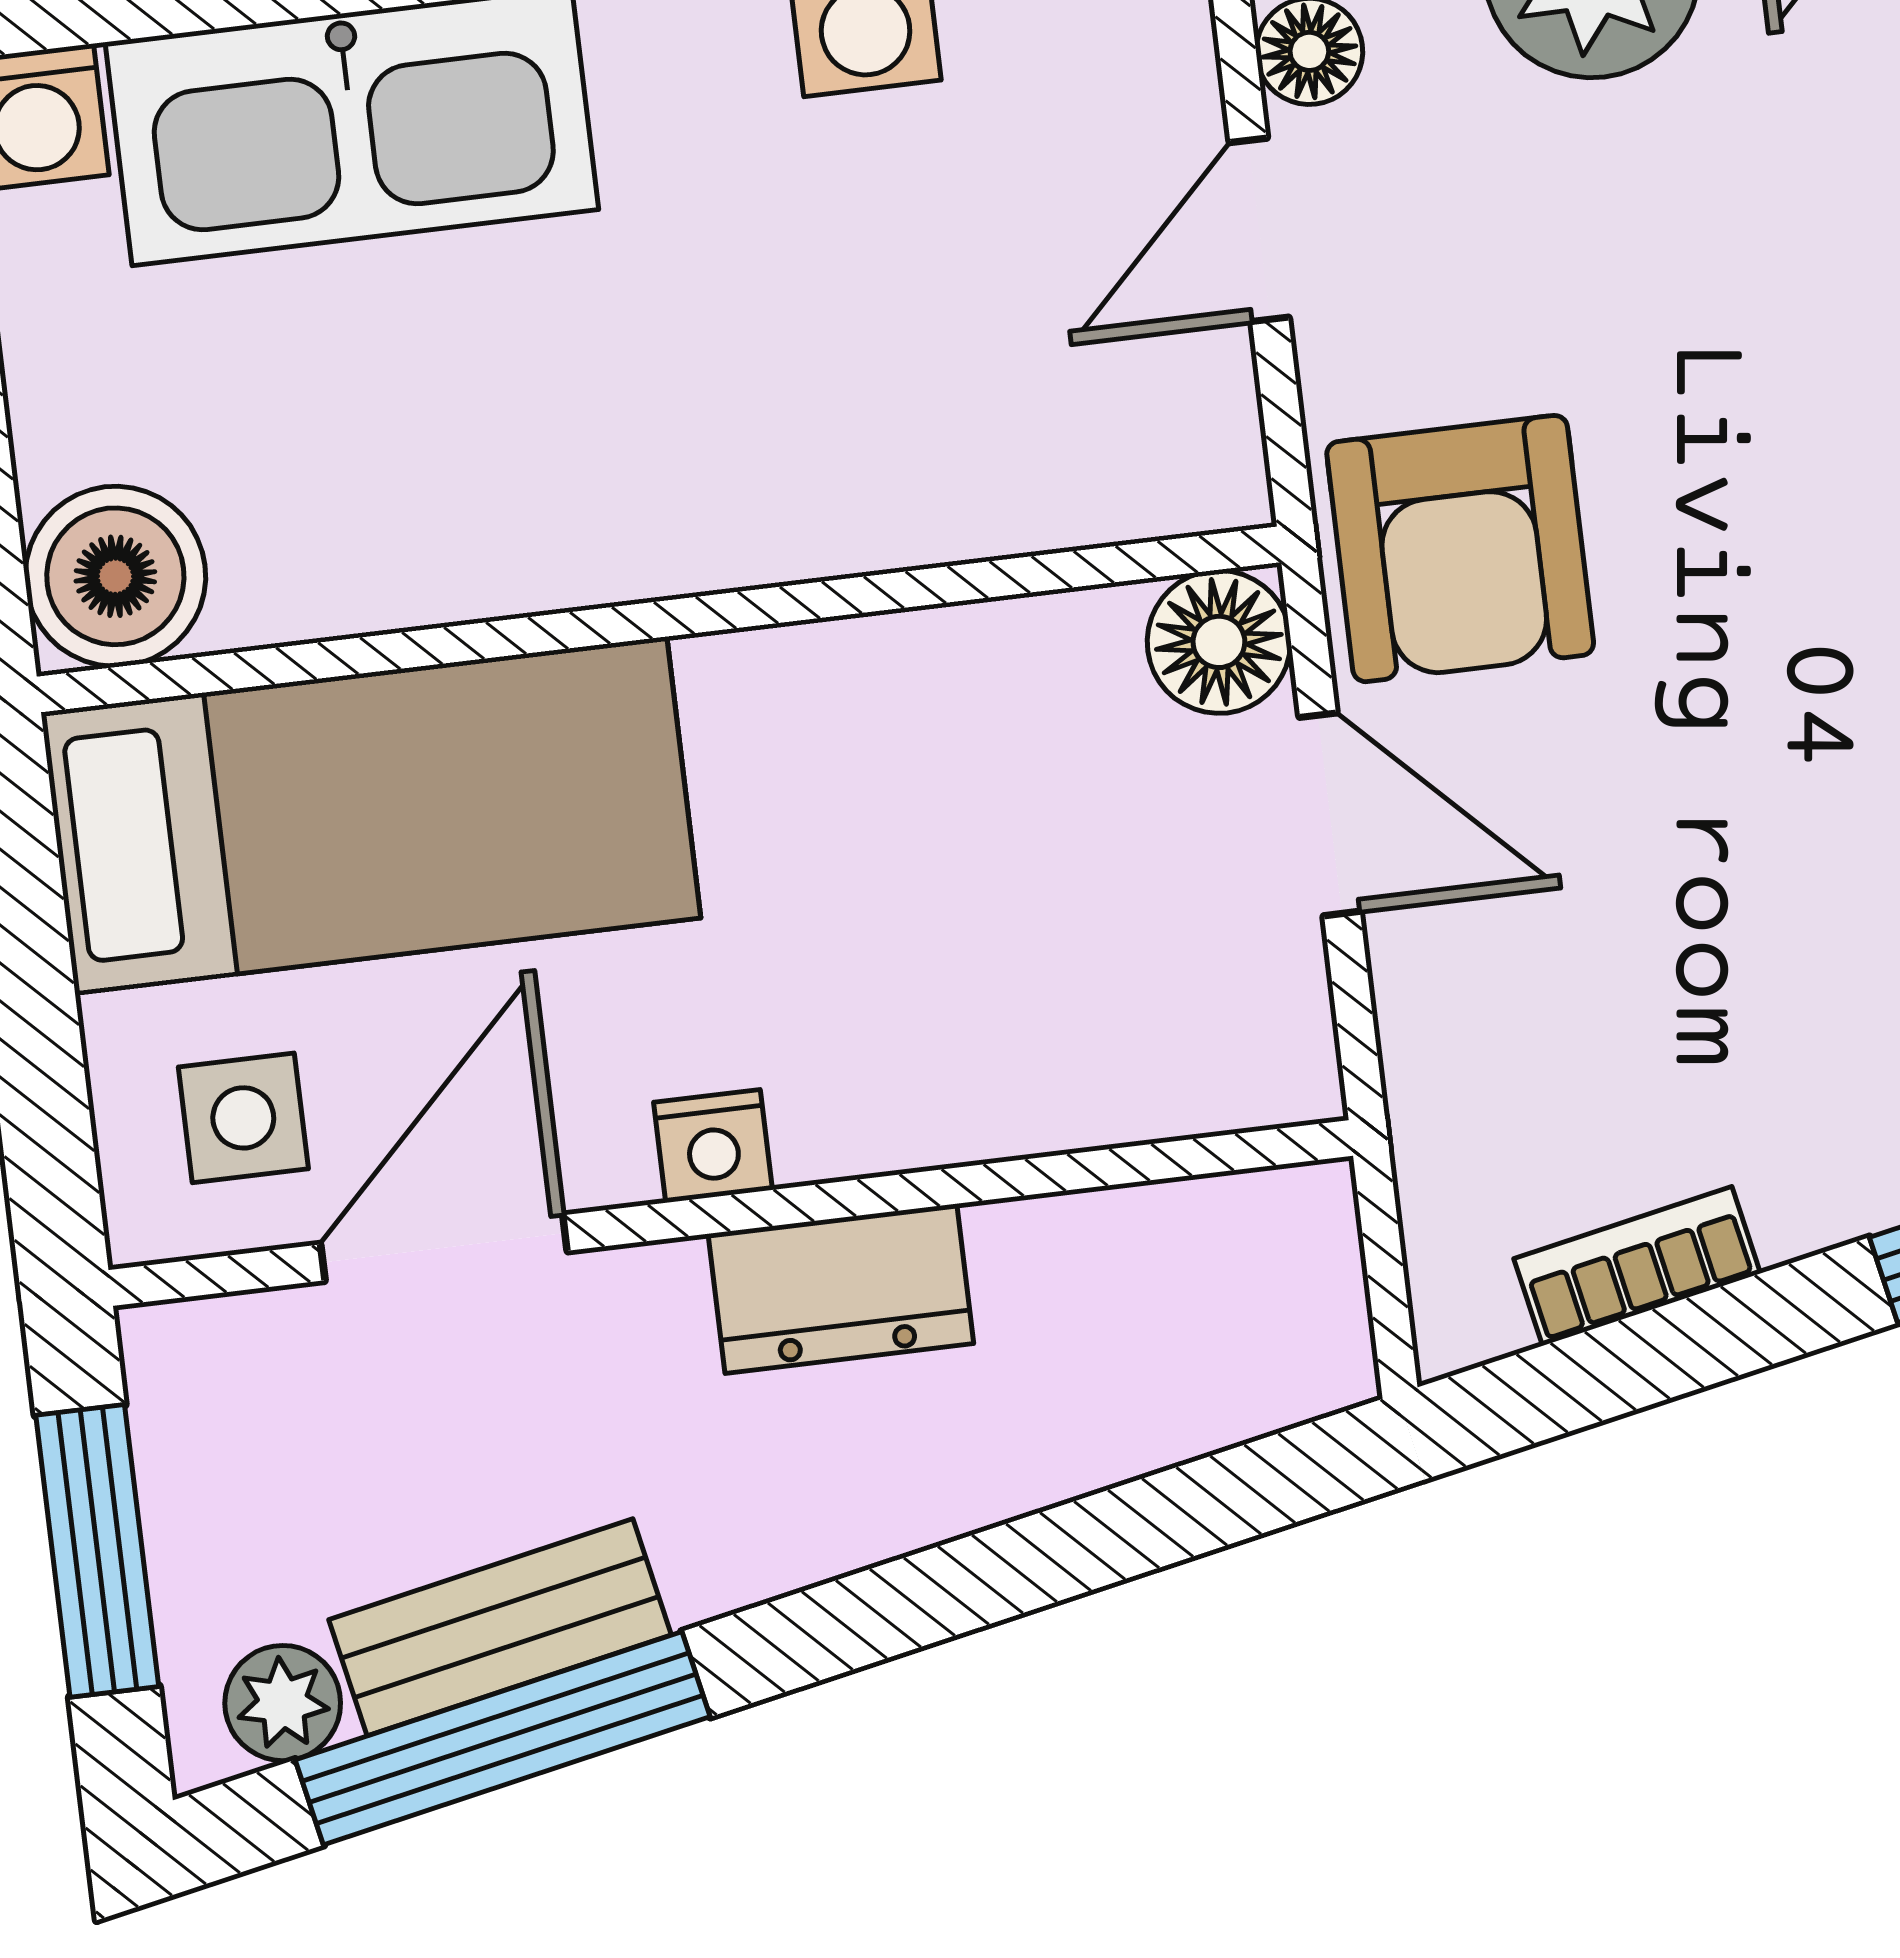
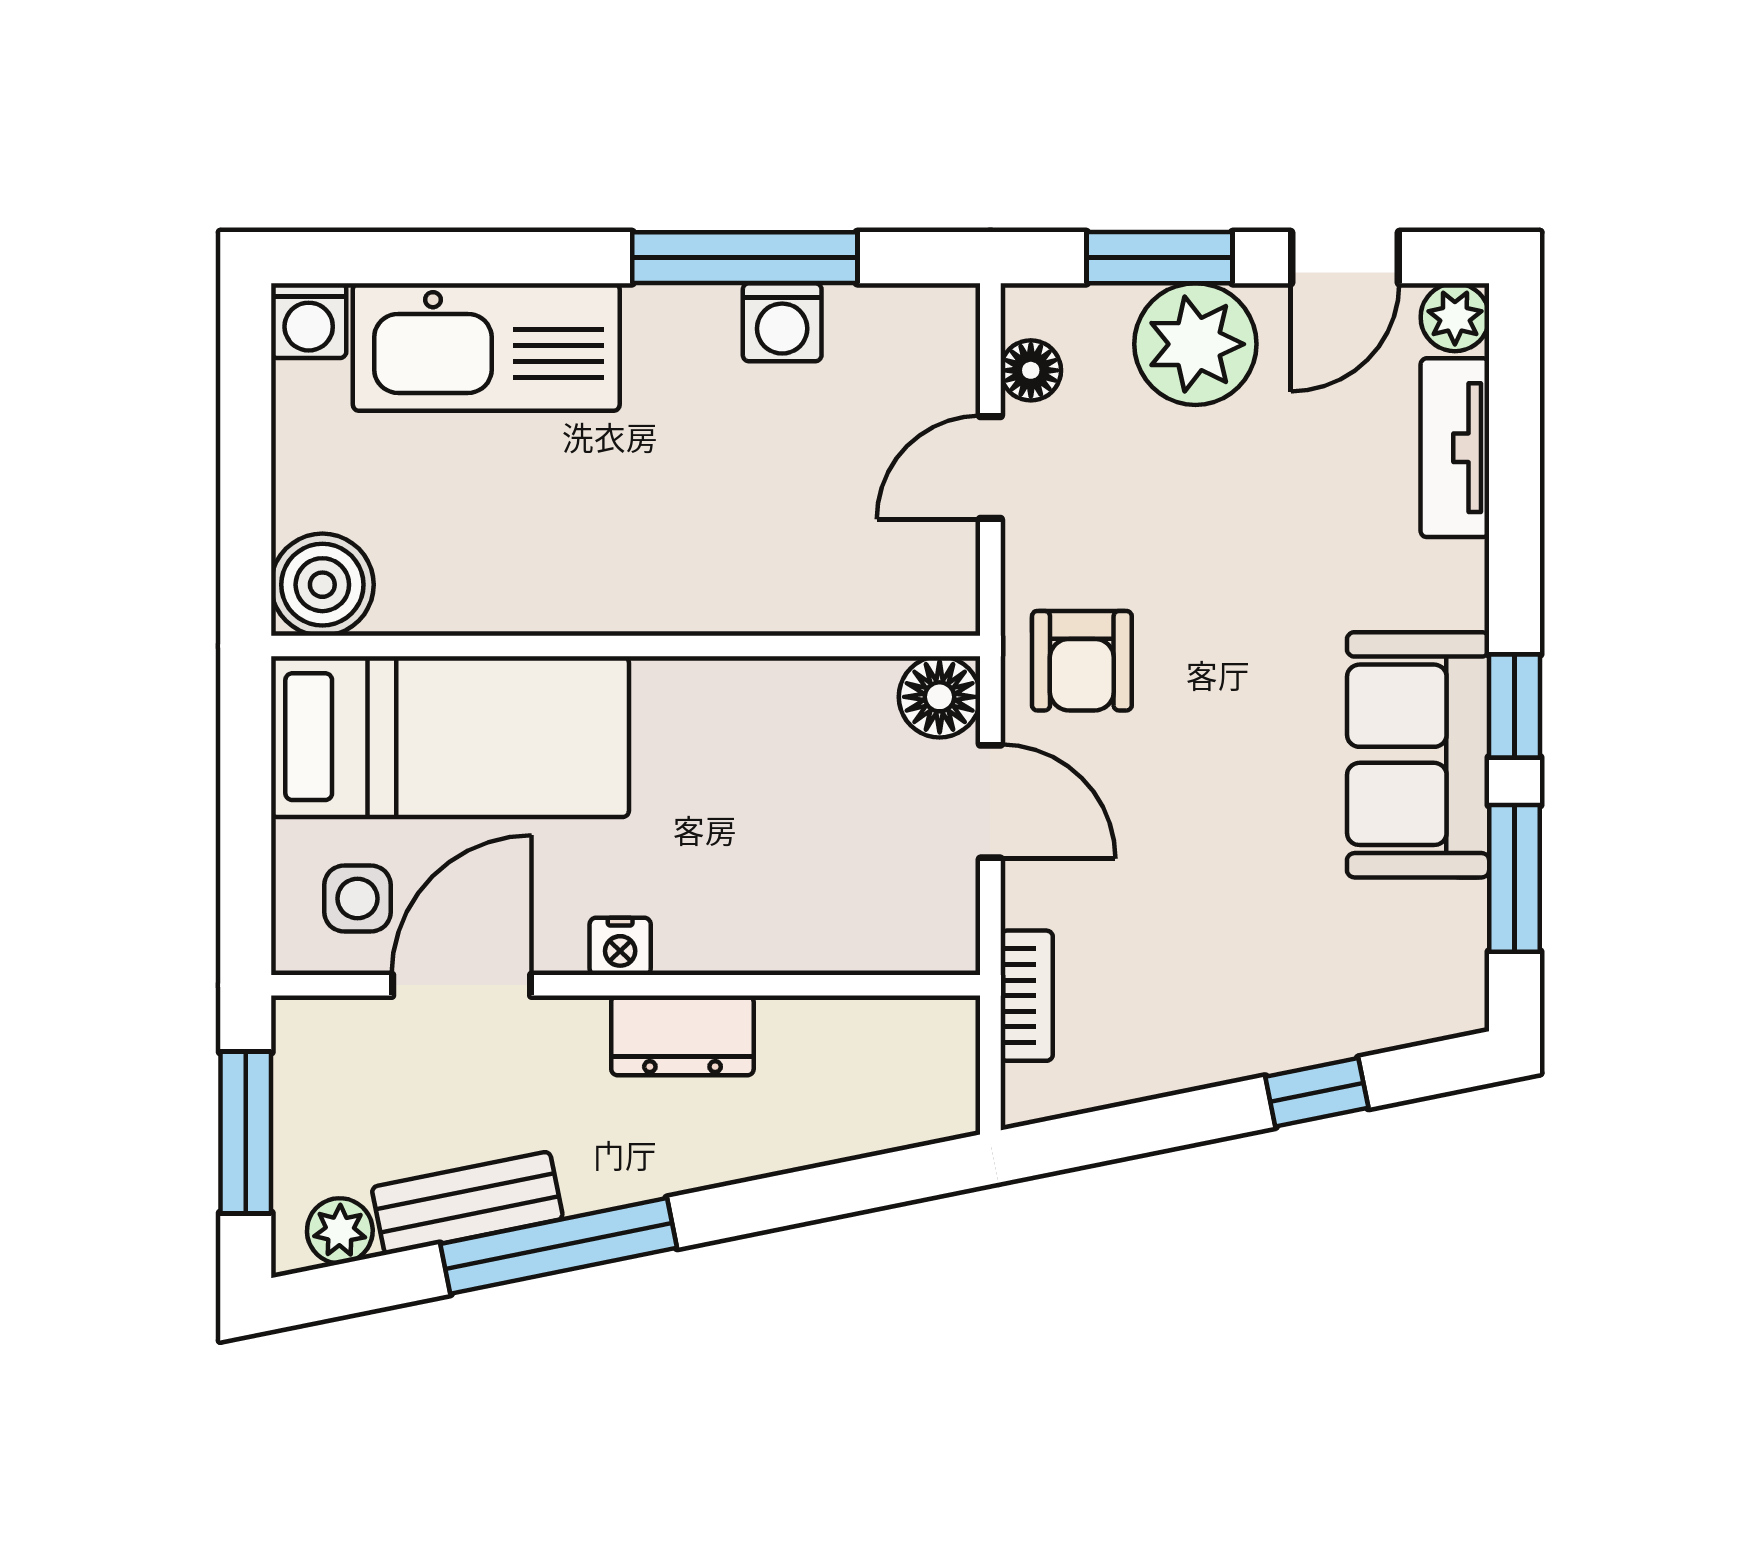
armchair: (1460, 549) -> (1082, 661), width x0.72, depth x0.72
bookcase: (1637, 1266) -> (1027, 996), moved, turned 101
window: (503, 1738) -> (559, 1246), moved

